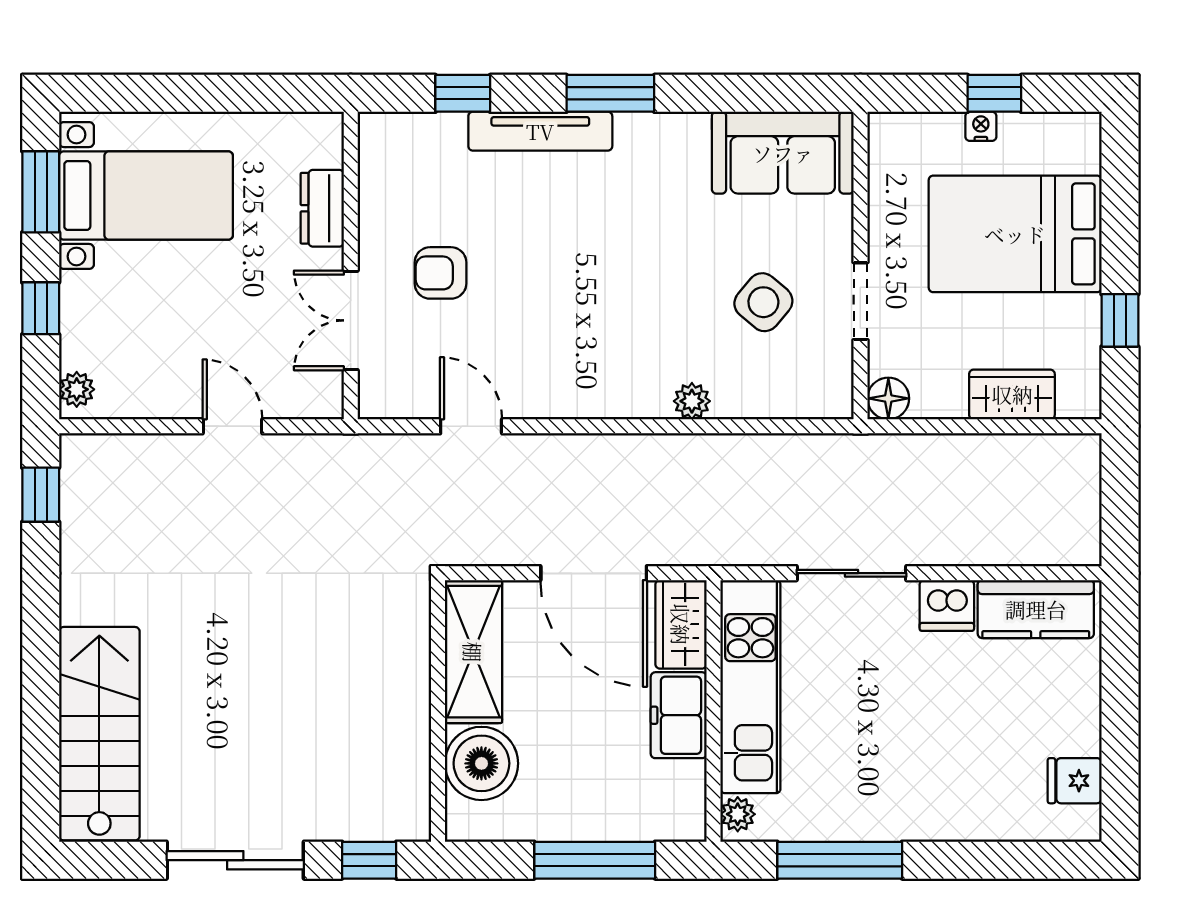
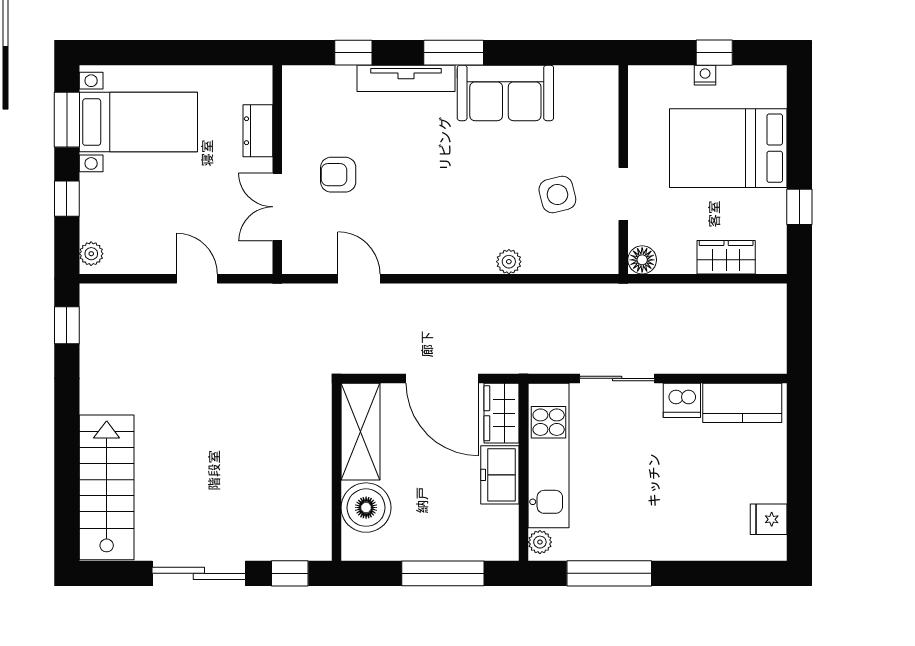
sofa: (783, 153) -> (505, 93), moved
side table: (763, 302) -> (557, 194), turned 36

